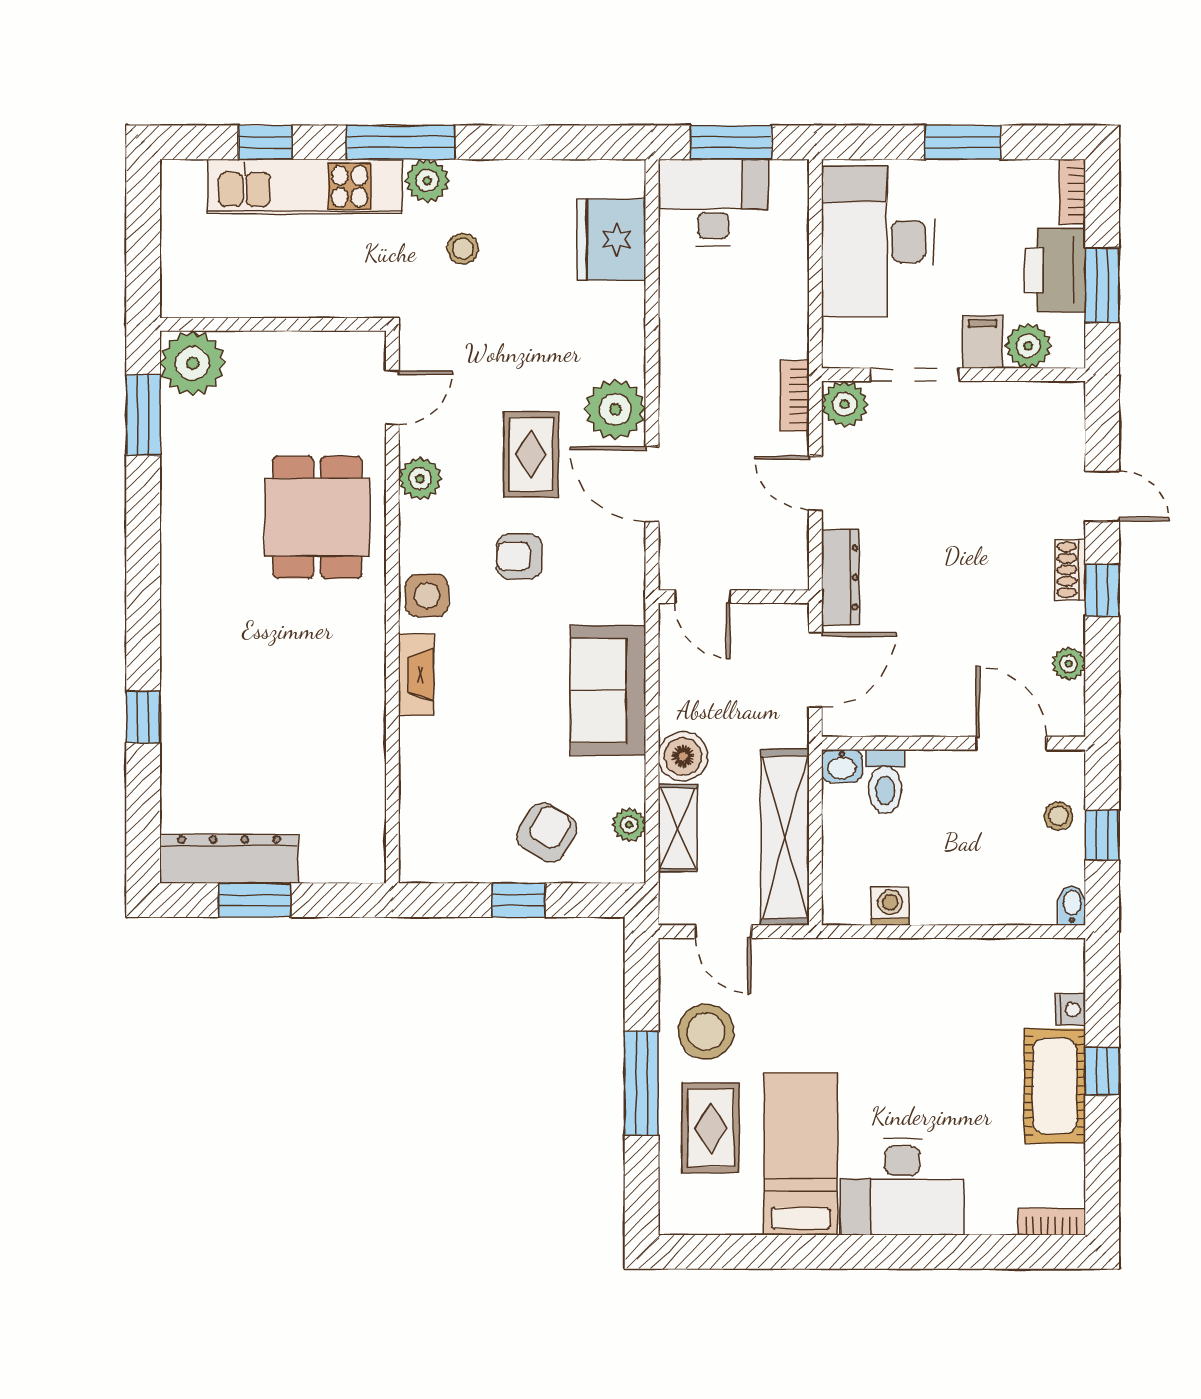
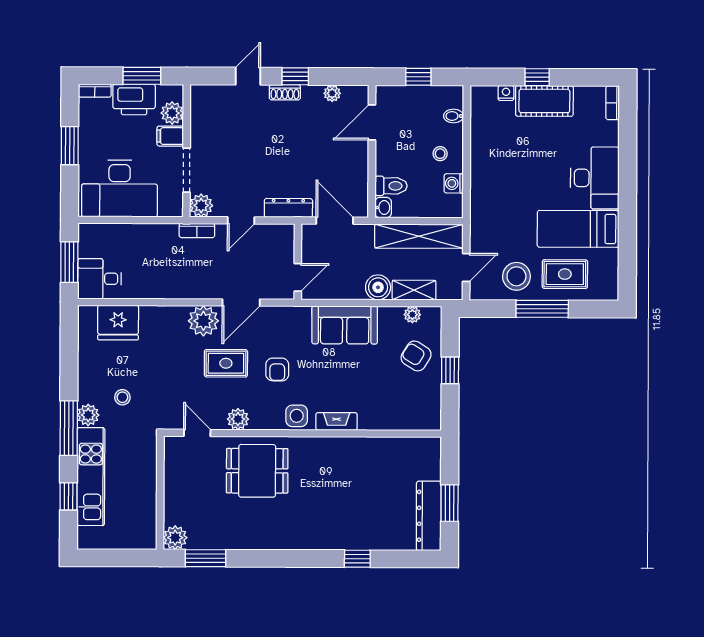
desk: (713, 202) -> (99, 279), width x0.73
plant: (193, 363) -> (175, 538), width x0.73, depth x0.73
stool: (1058, 816) -> (440, 154), moved
bidet: (1072, 905) -> (454, 116), moved

